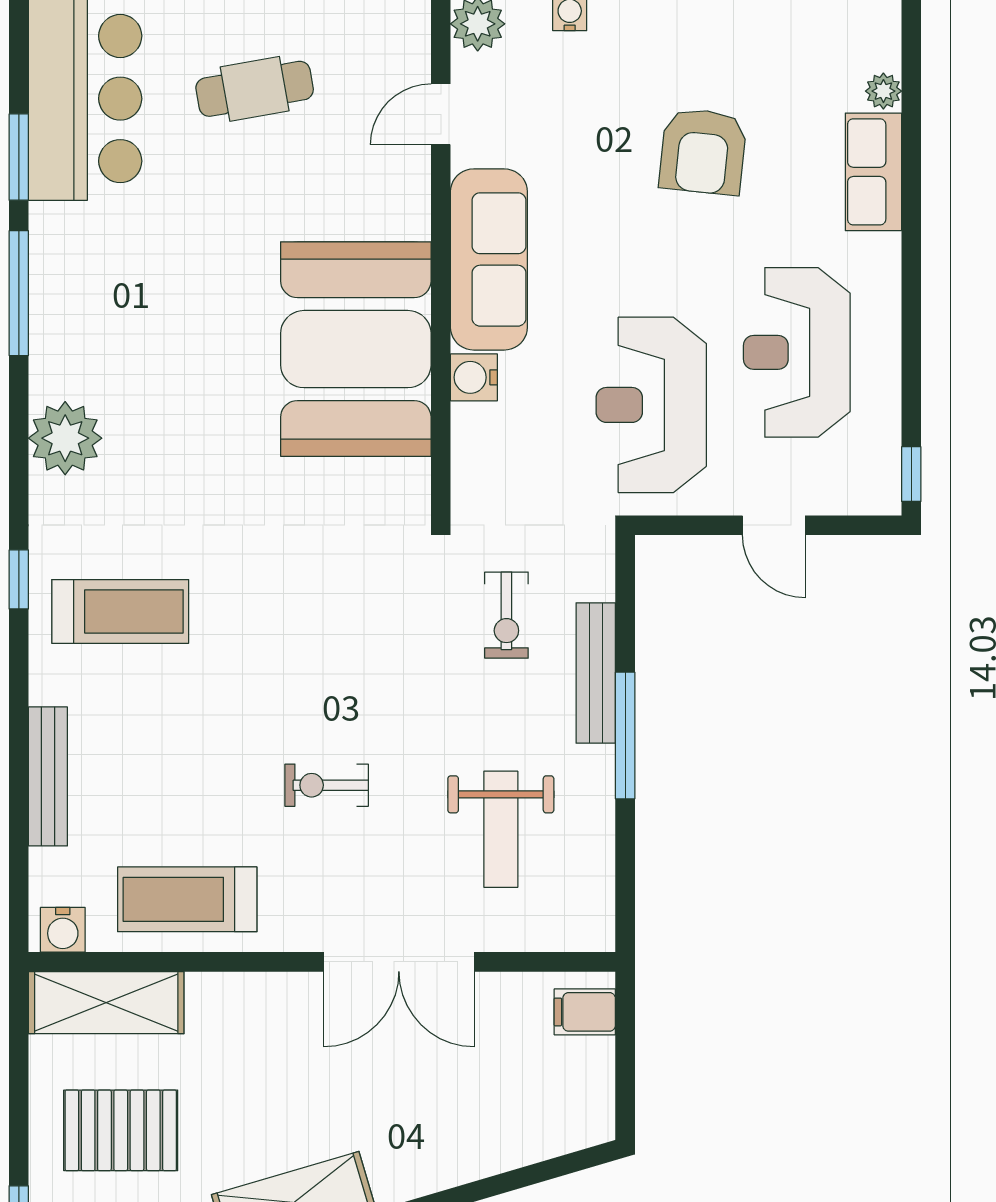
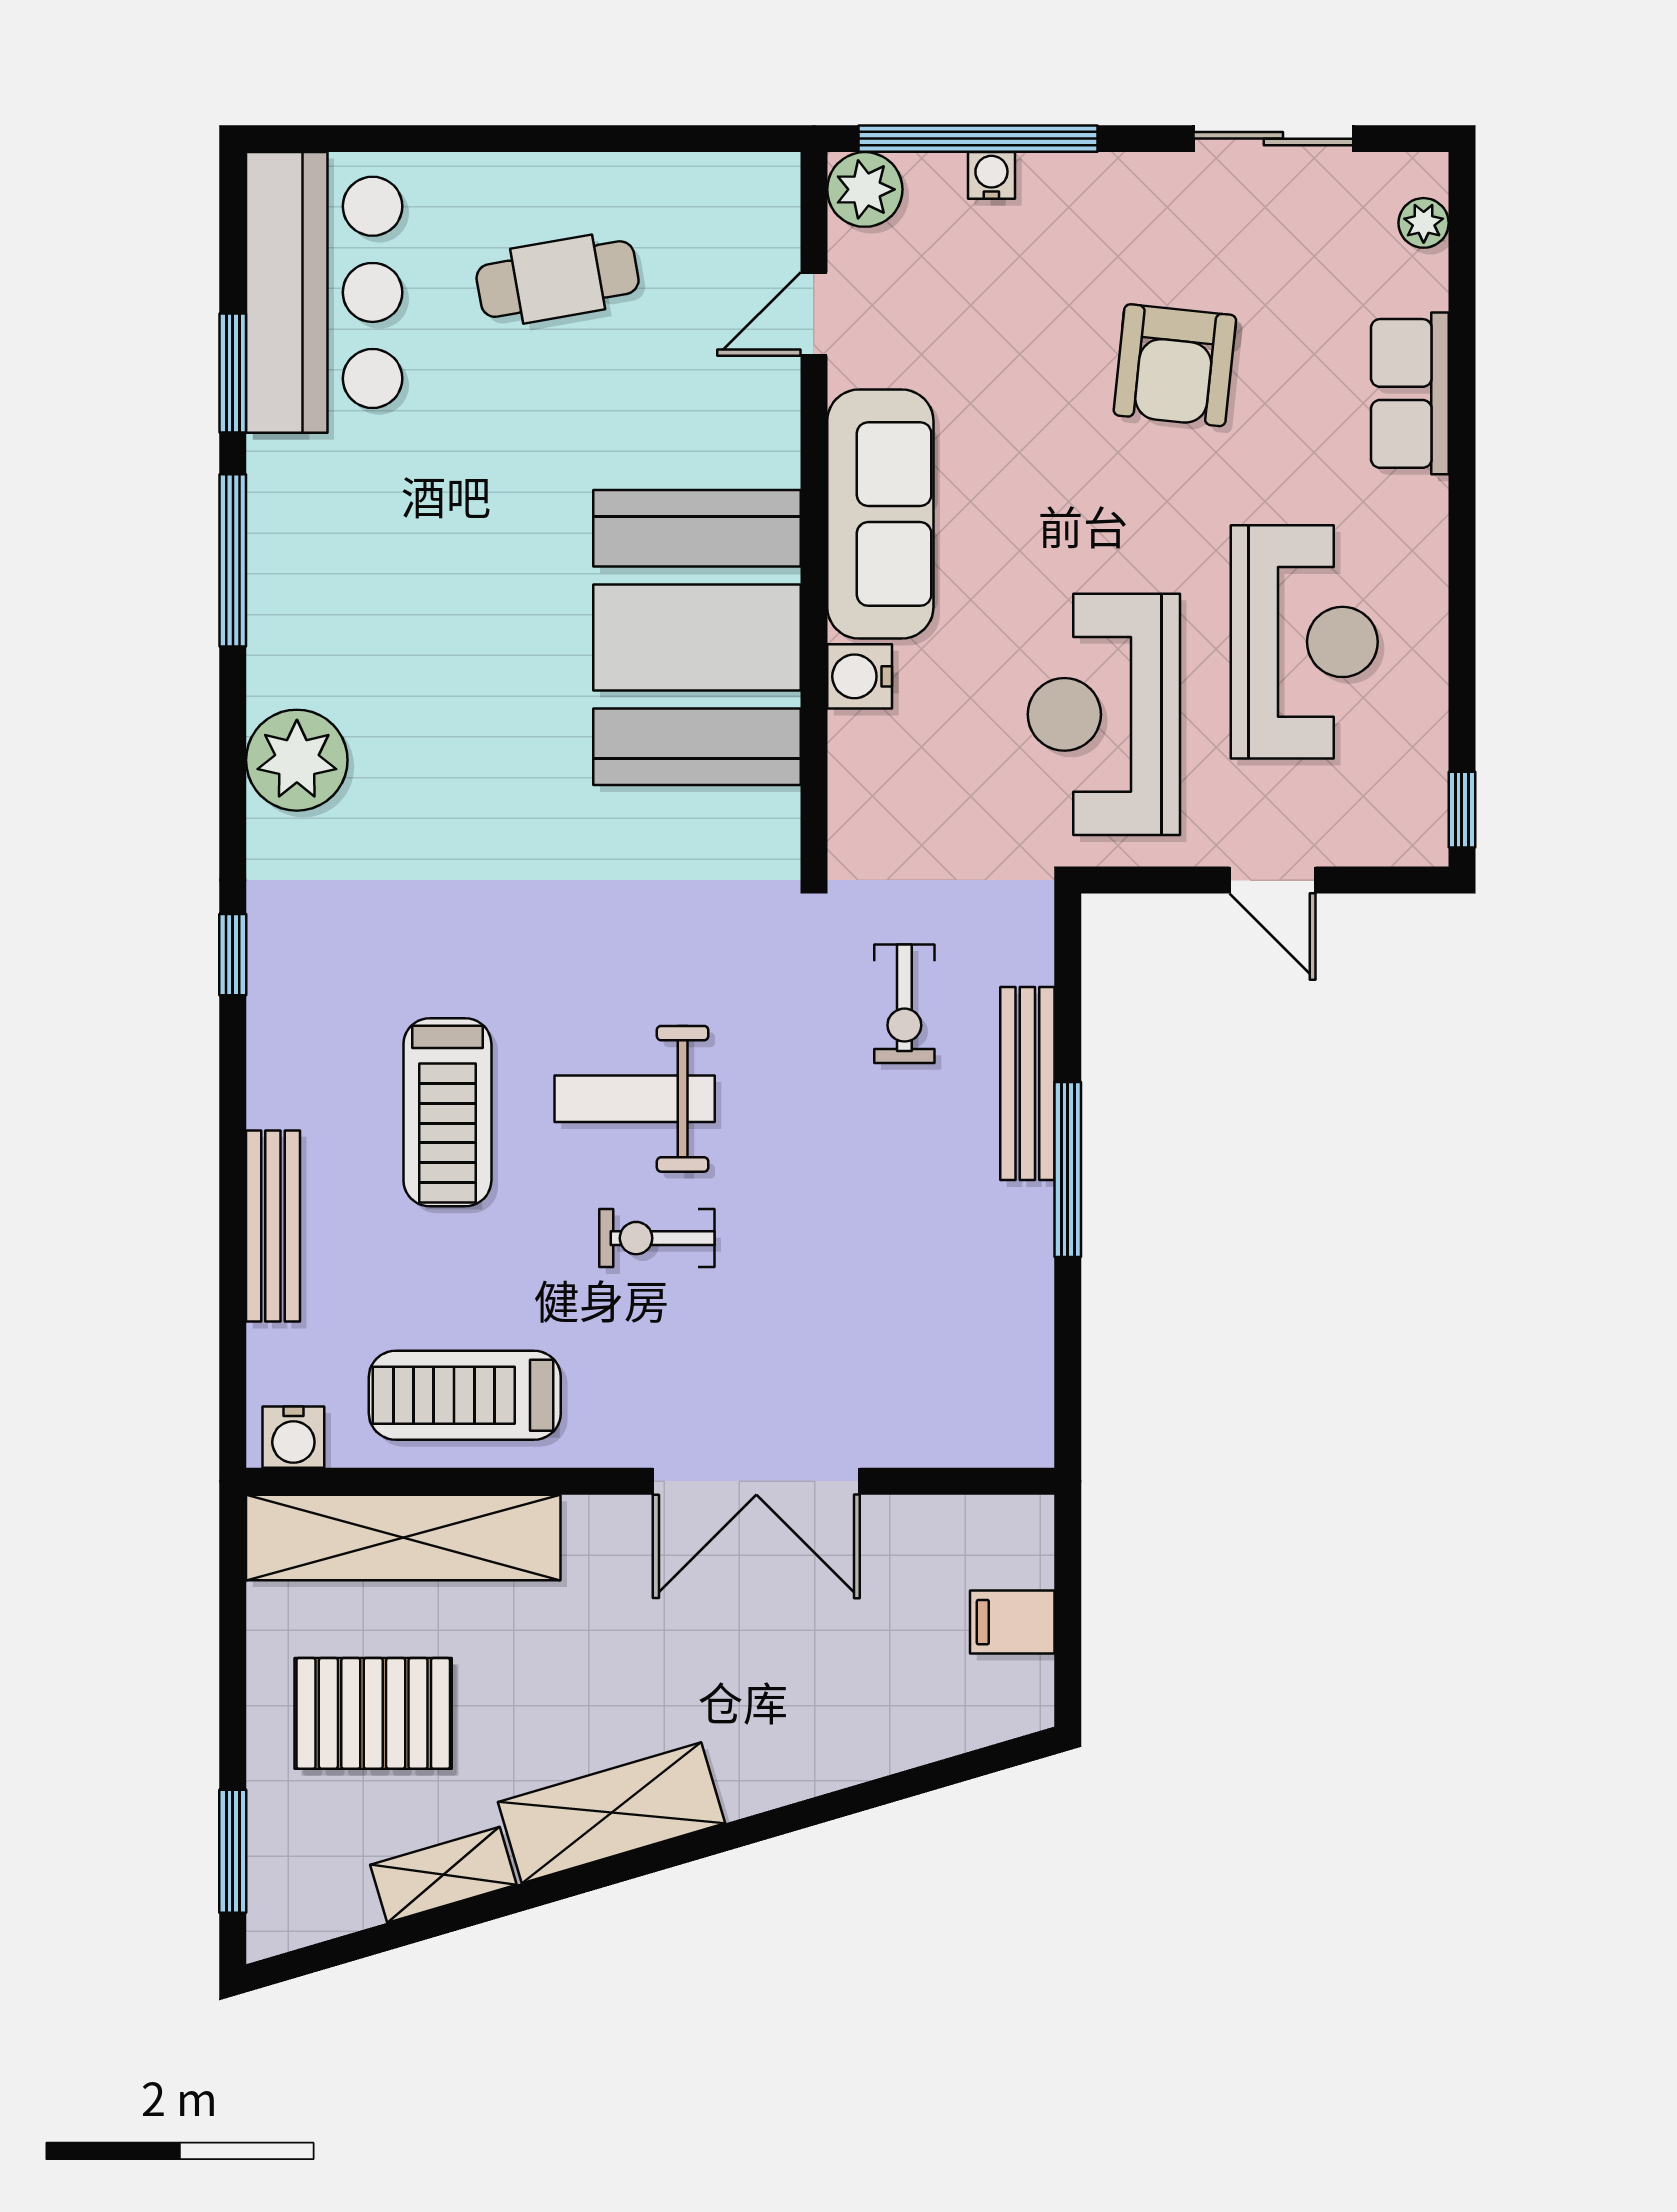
plant: (883, 91) -> (1424, 223), moved
reception desk: (797, 352) -> (1304, 642), turned 180
treadmill: (120, 611) -> (447, 1112), moved, turned 90
weight bench: (501, 829) -> (635, 1099), moved, turned 90
shelving: (106, 1003) -> (403, 1537), width x1.47
filing cabinet: (585, 1012) -> (1012, 1622), moved

